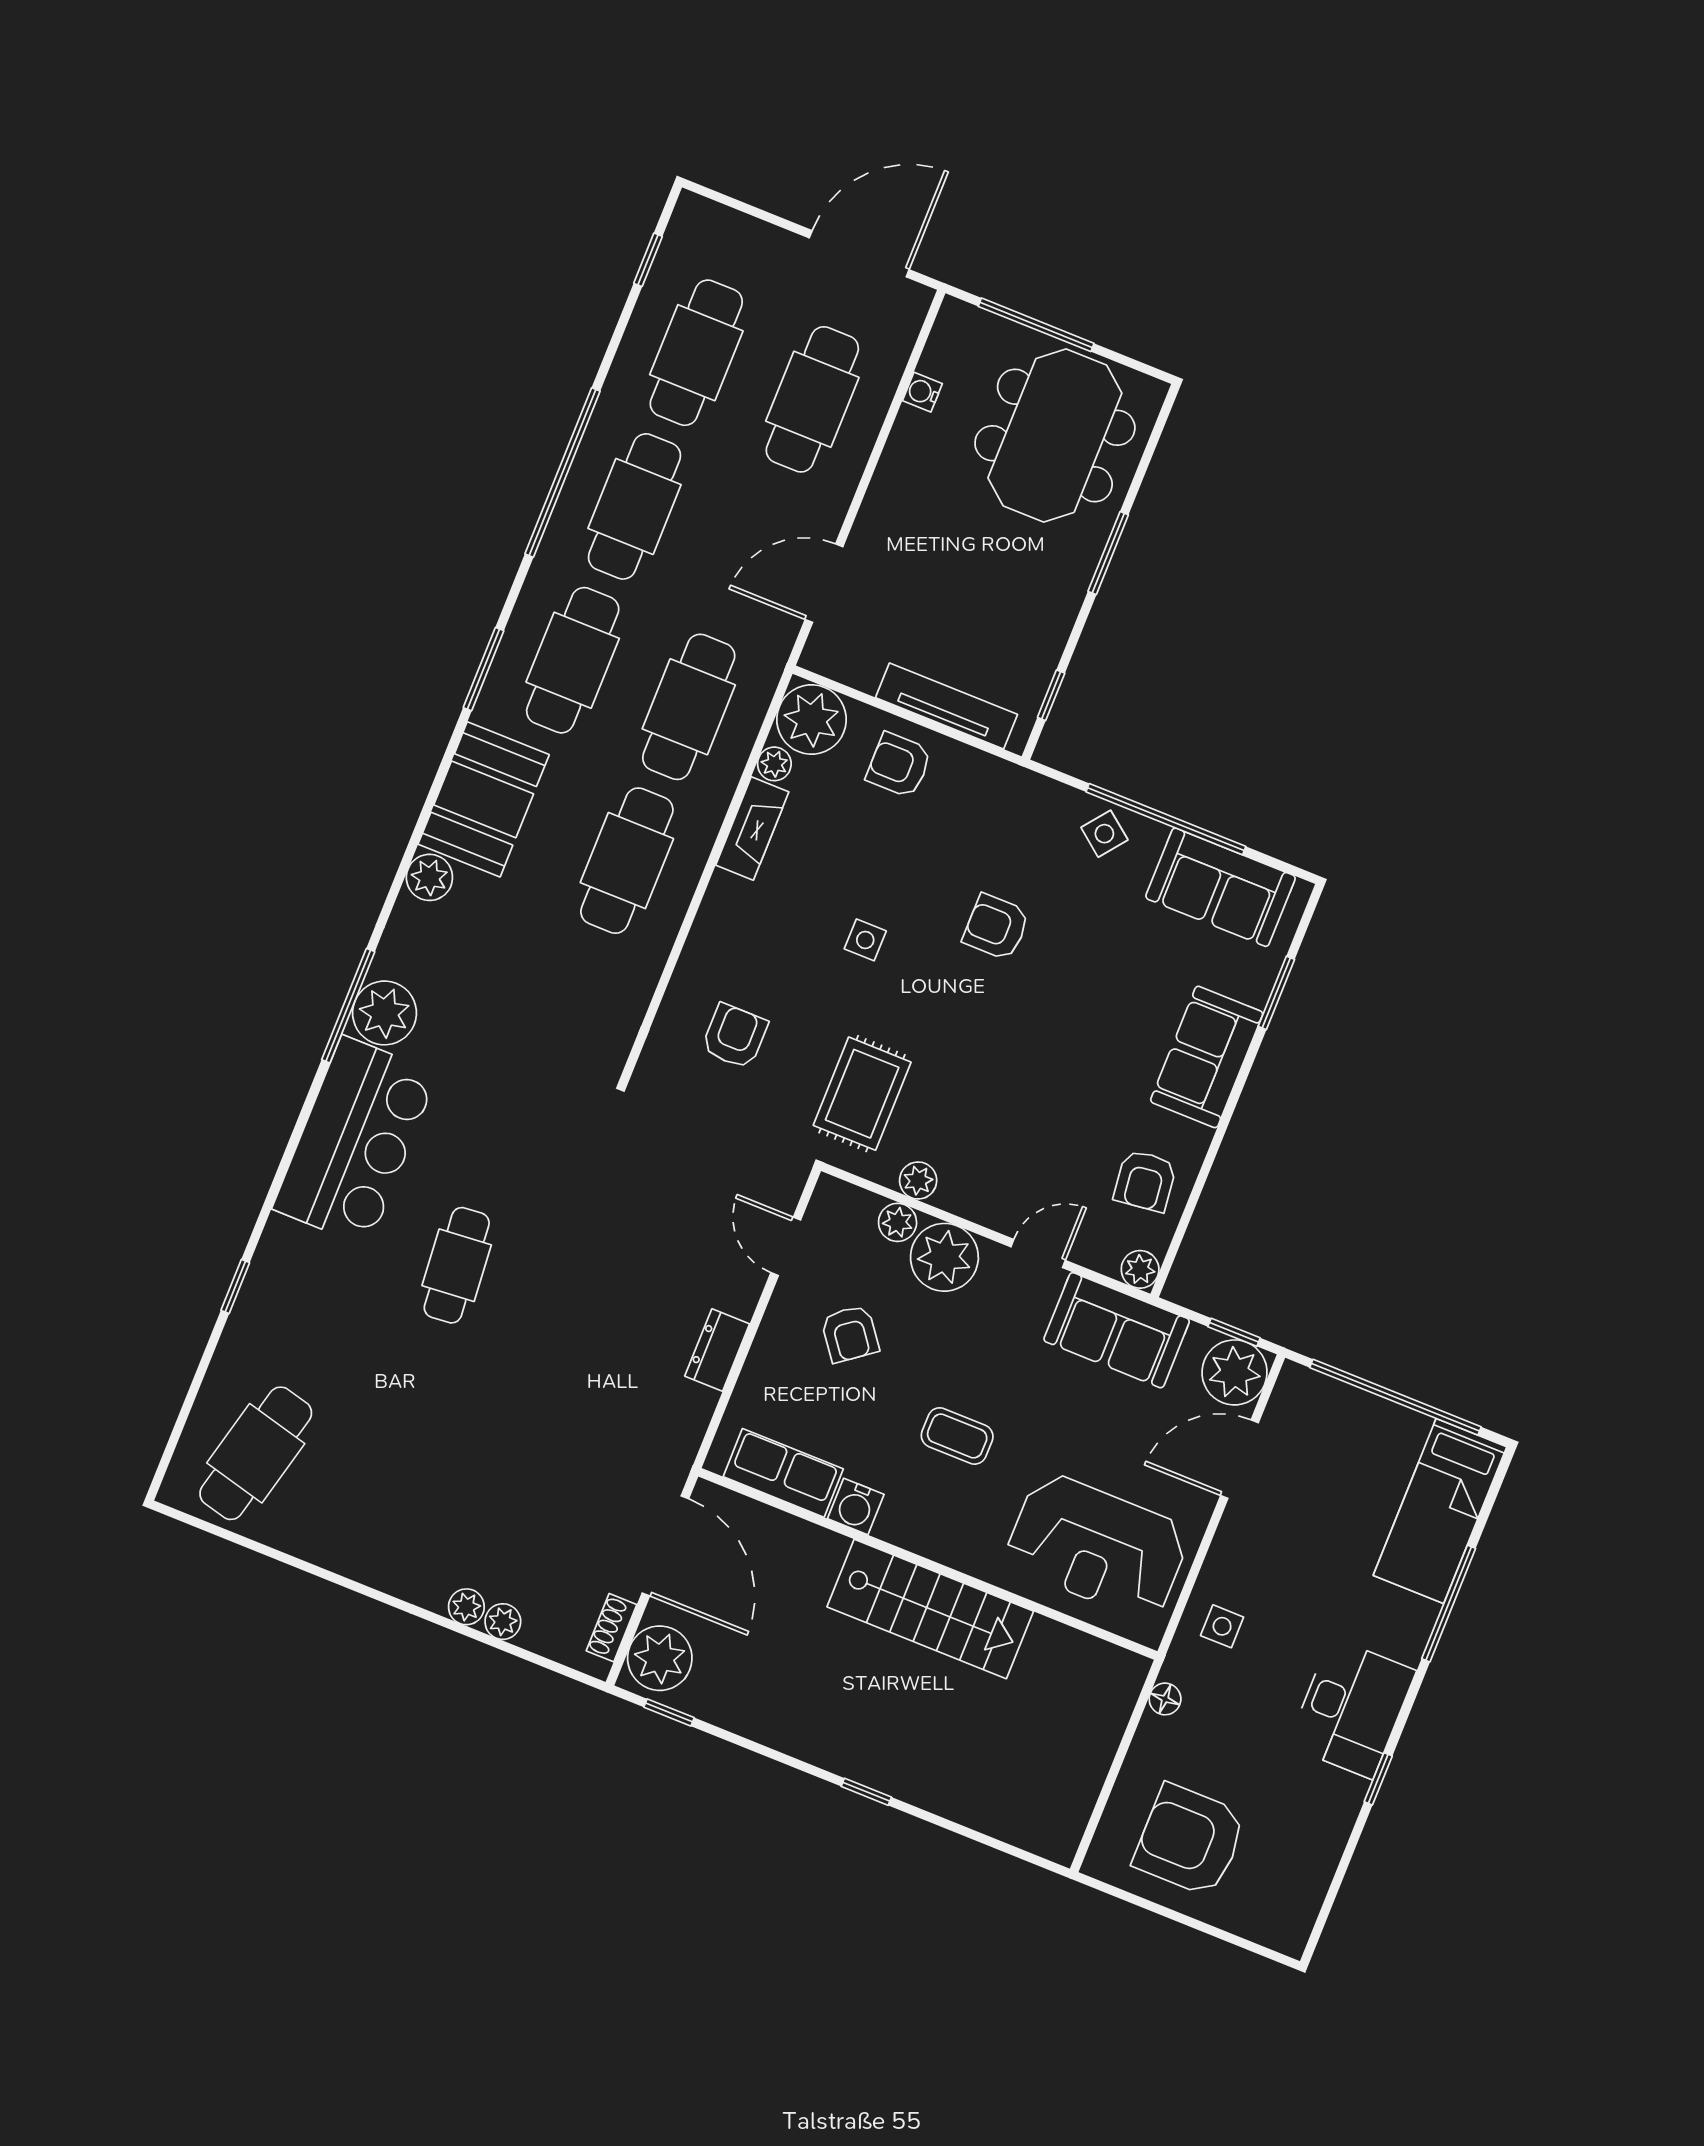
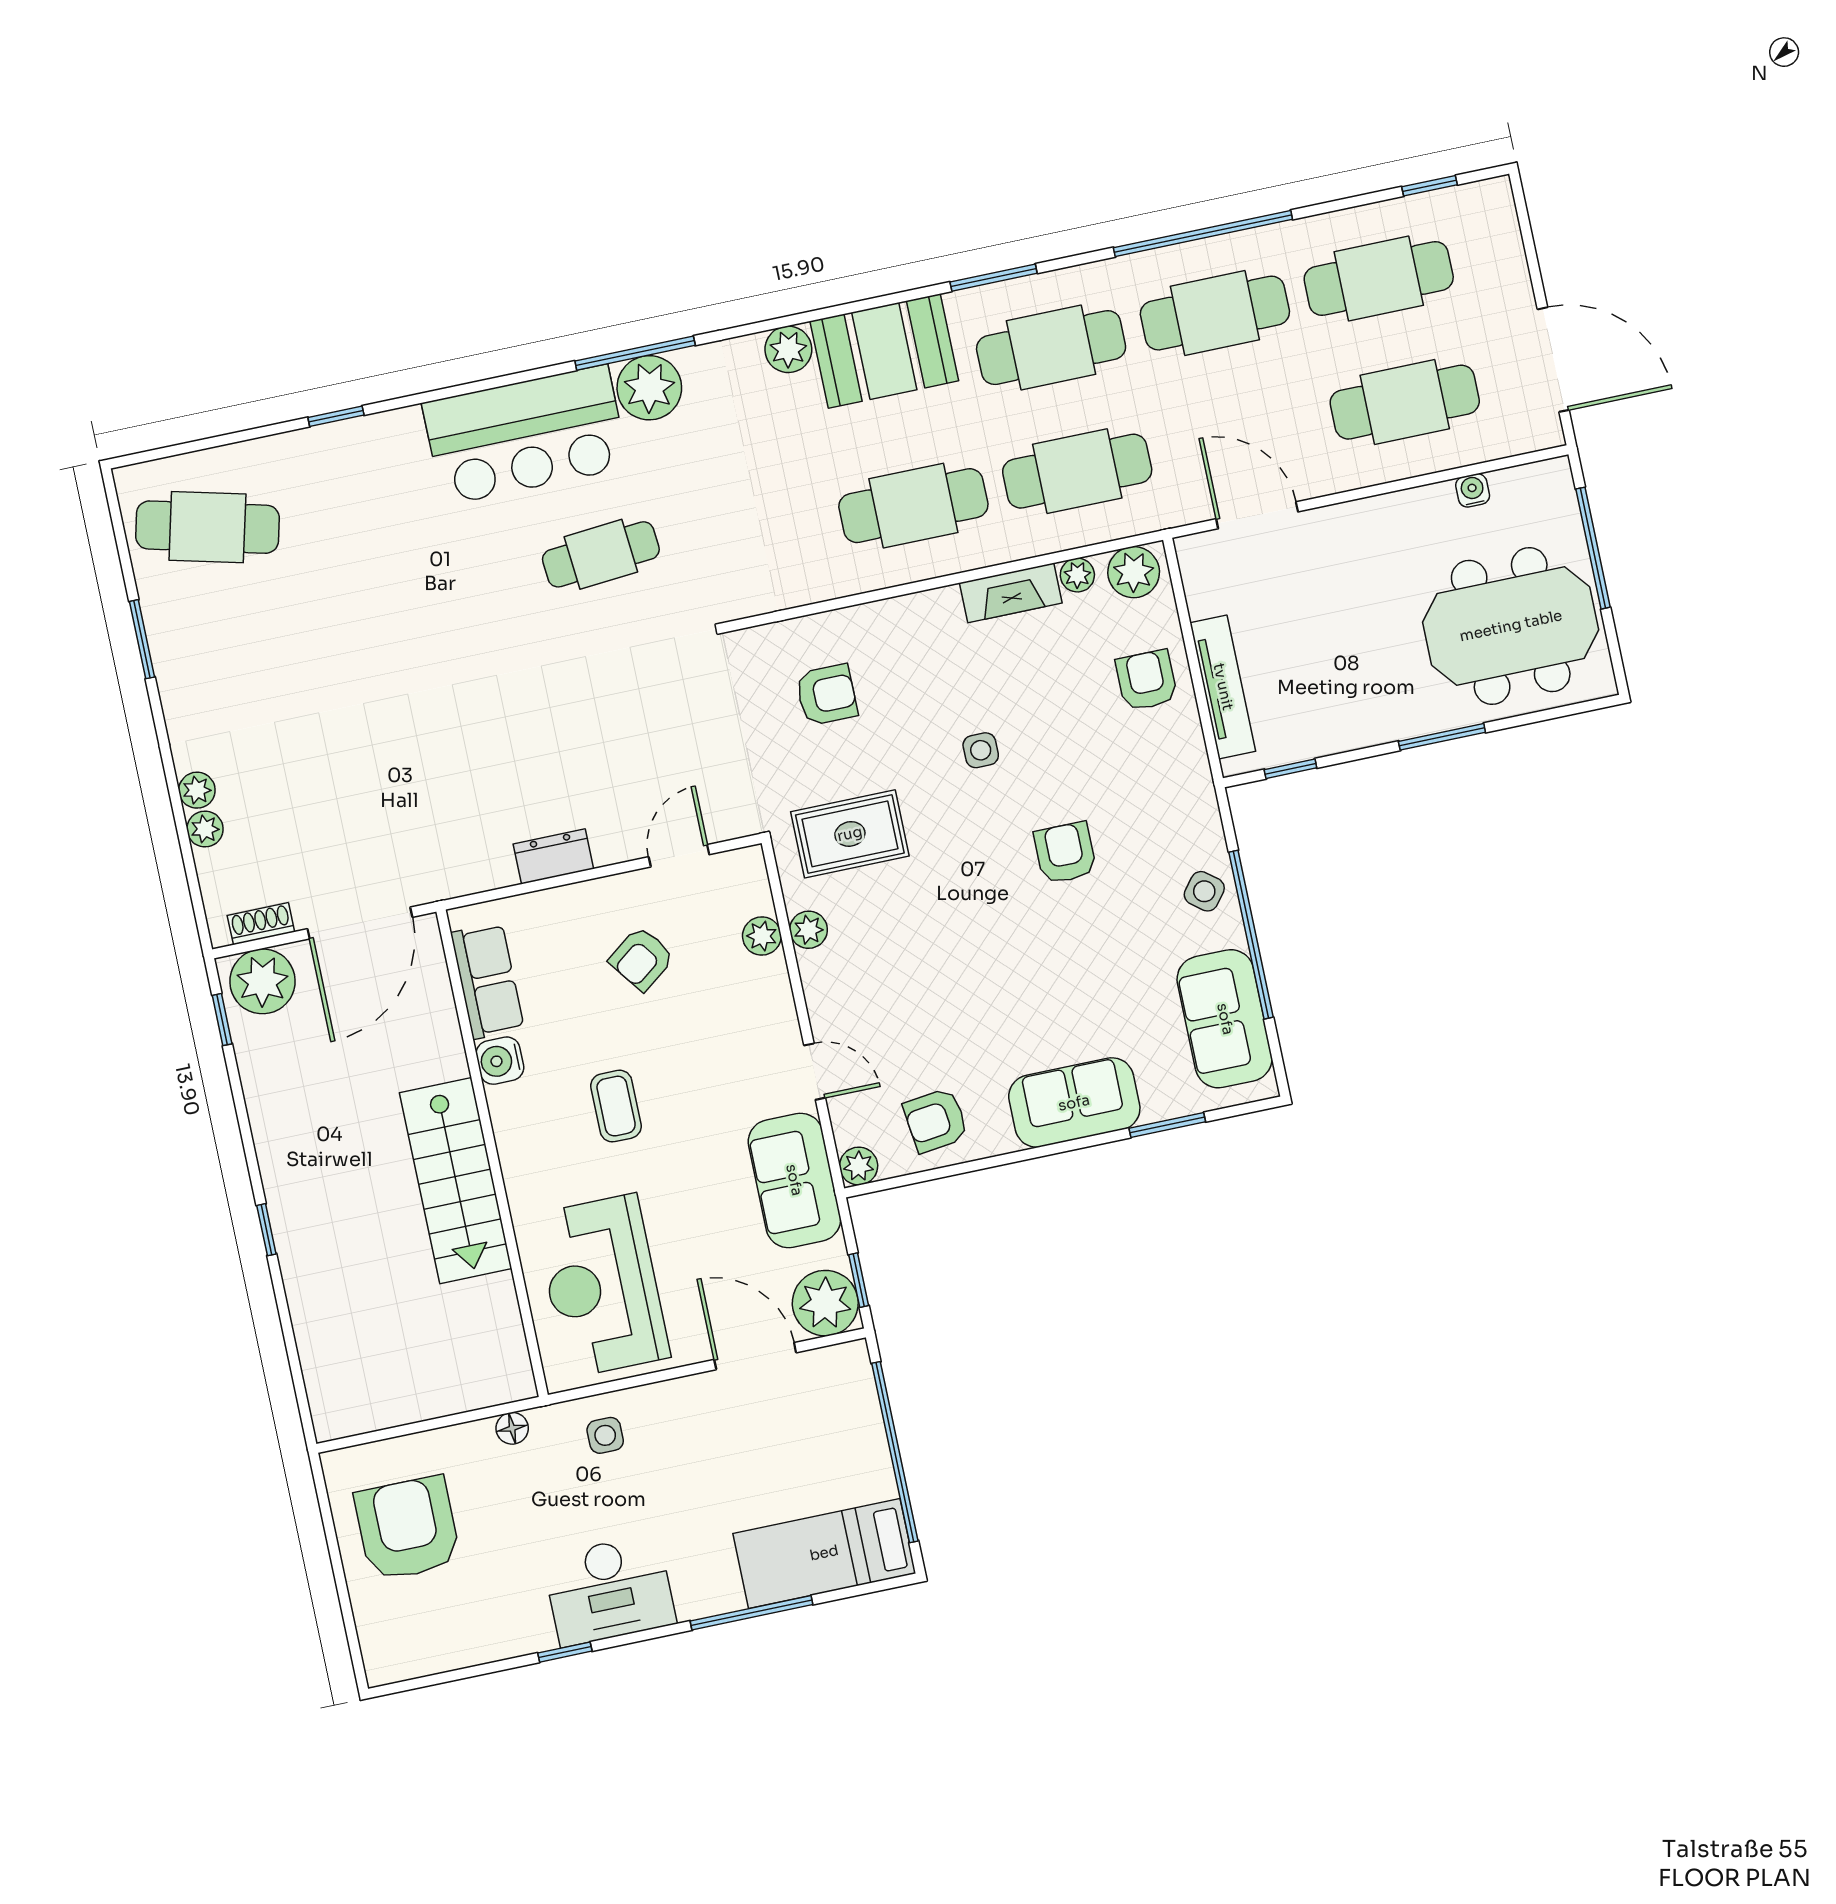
plant: (812, 720) -> (1134, 572), width x0.73, depth x0.73
plant: (944, 1257) -> (759, 995), removed
cafe table: (457, 1265) -> (601, 554), moved
window: (312, 1569) -> (142, 639), added

